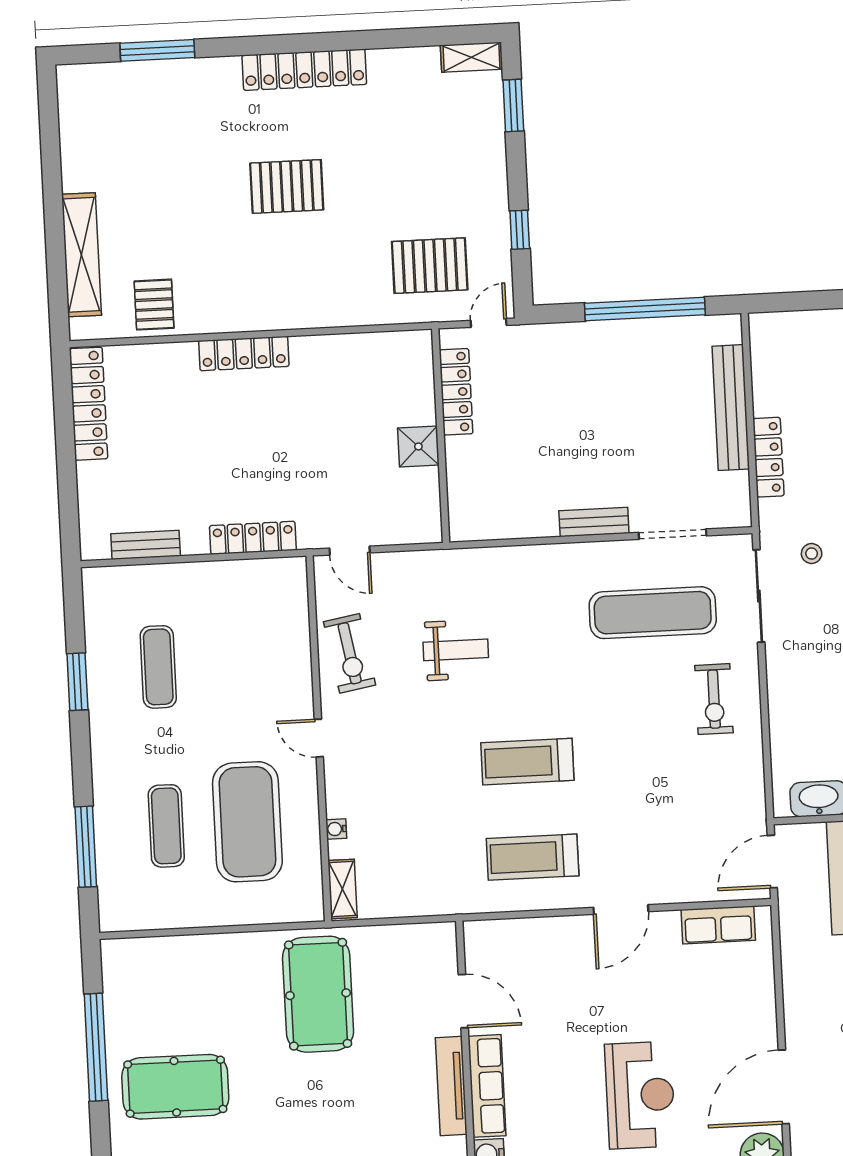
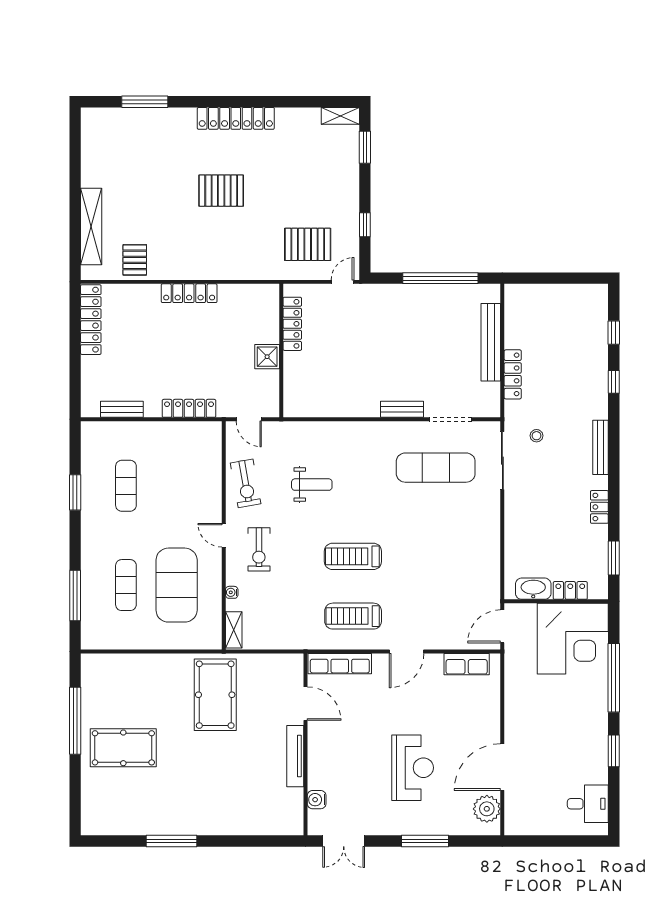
locker: (456, 392) -> (292, 324), moved
wall: (441, 436) -> (281, 351), moved
shower: (418, 446) -> (267, 357), moved
exercise bike: (714, 699) -> (259, 549), moved
row of seats: (487, 1086) -> (340, 664), moved, turned 90

